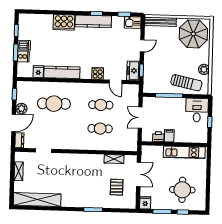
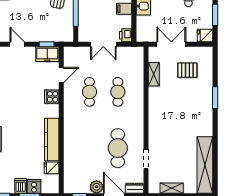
cafe table: (54, 104) -> (118, 148), moved
printer: (158, 137) -> (126, 35), moved

